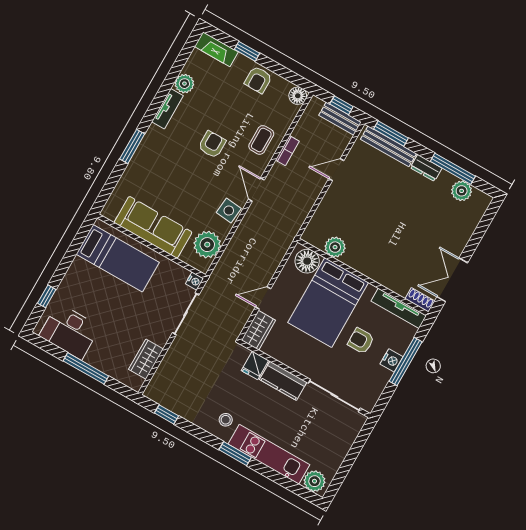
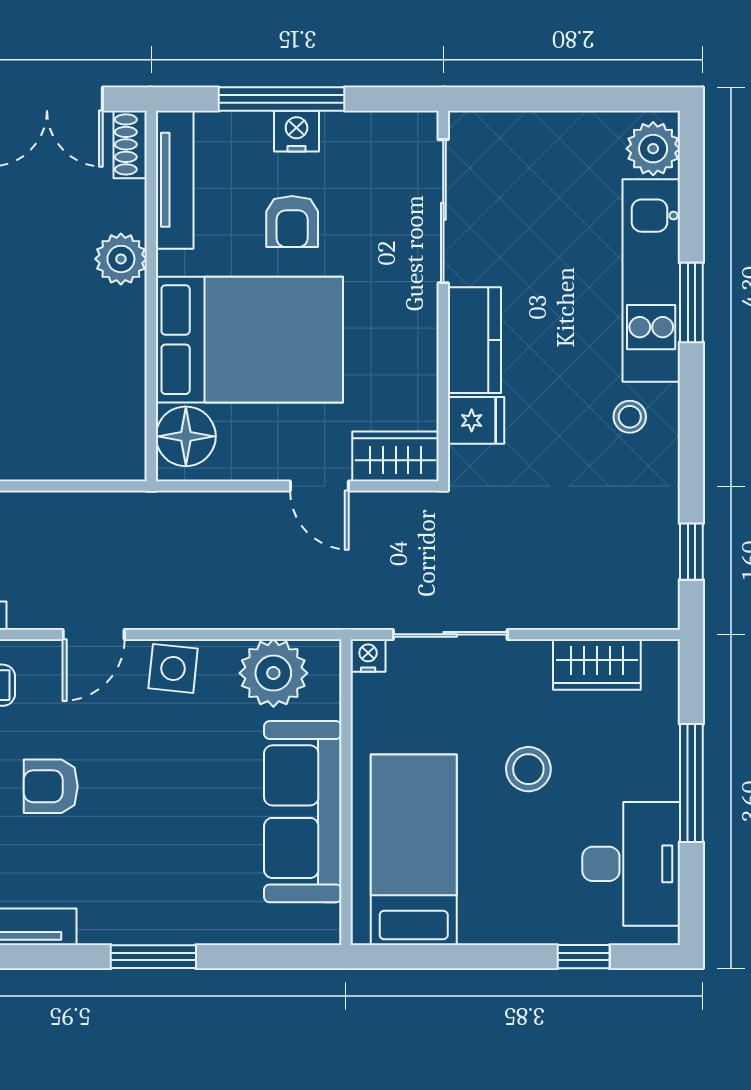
plant: (335, 247) -> (121, 259), moved
stool: (123, 314) -> (528, 769), added
window: (235, 454) -> (691, 302), moved

